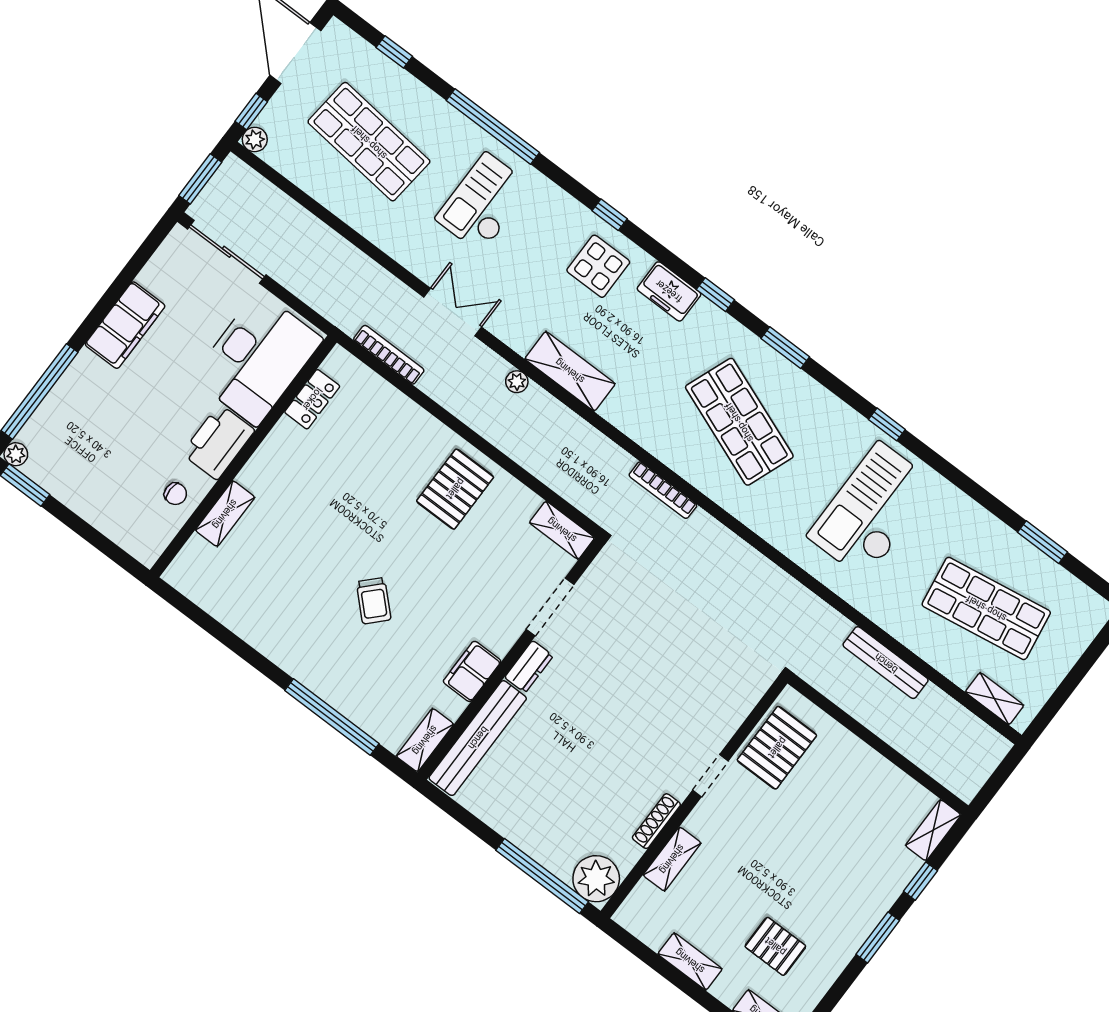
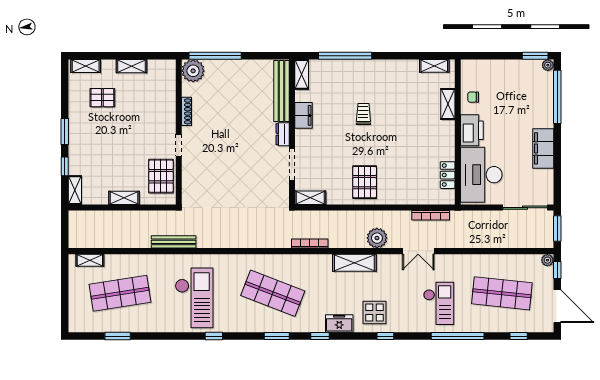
plant: (517, 382) -> (377, 238), width x1.88, depth x1.88
bookcase: (663, 490) -> (310, 244), moved
shelving: (200, 592) -> (434, 66), added
trolley: (374, 601) -> (363, 114), turned 46
bench: (886, 663) -> (174, 242), moved
shelving: (672, 859) -> (124, 198), moved, turned 90

